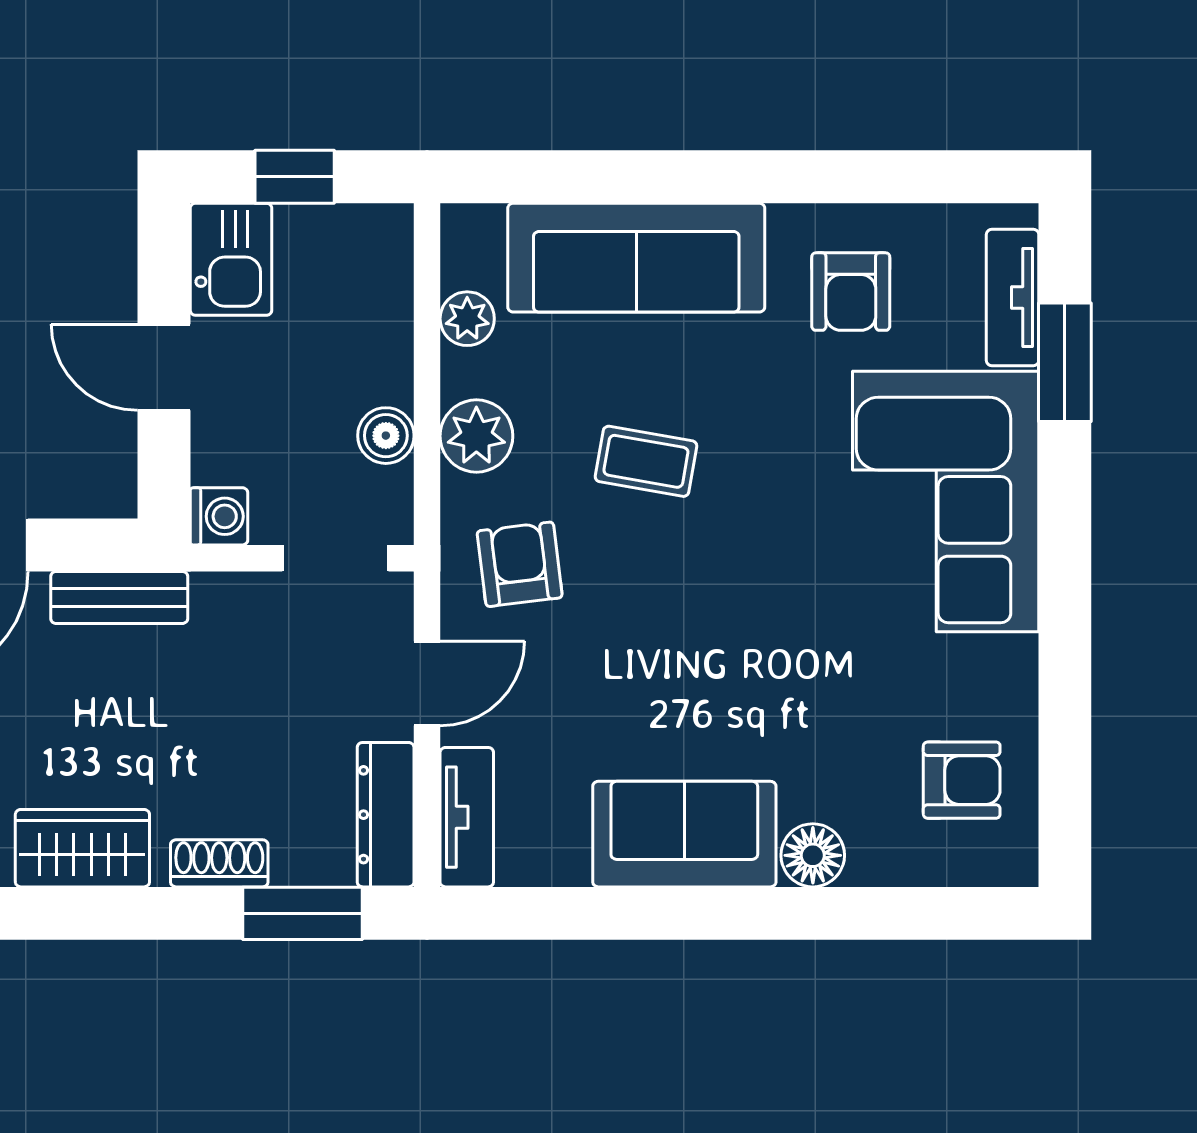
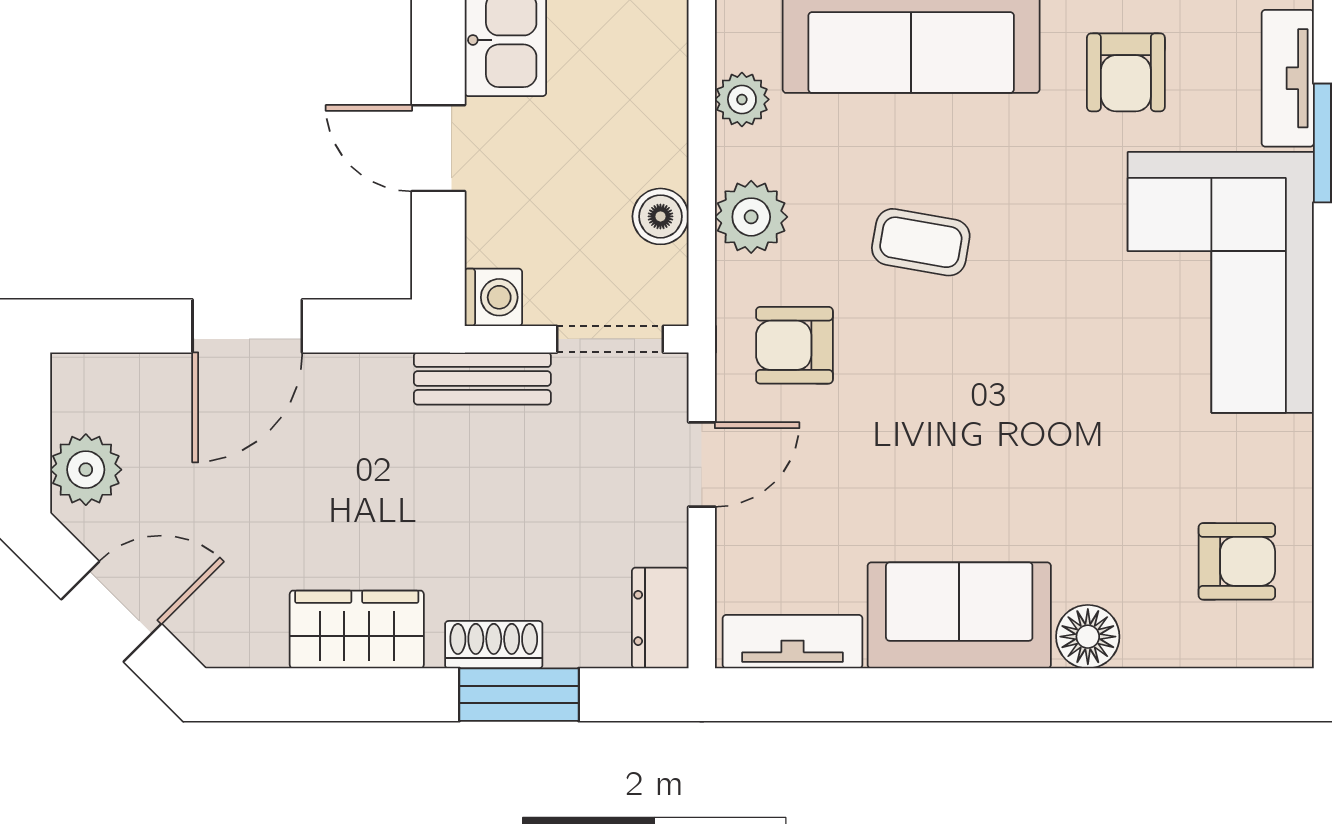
armchair: (520, 564) -> (794, 345), turned -83
bench: (119, 597) -> (482, 378), moved
dresser: (386, 815) -> (660, 618), width x0.70
tv unit: (467, 817) -> (793, 642), moved, turned -90
window: (302, 913) -> (519, 695), moved

